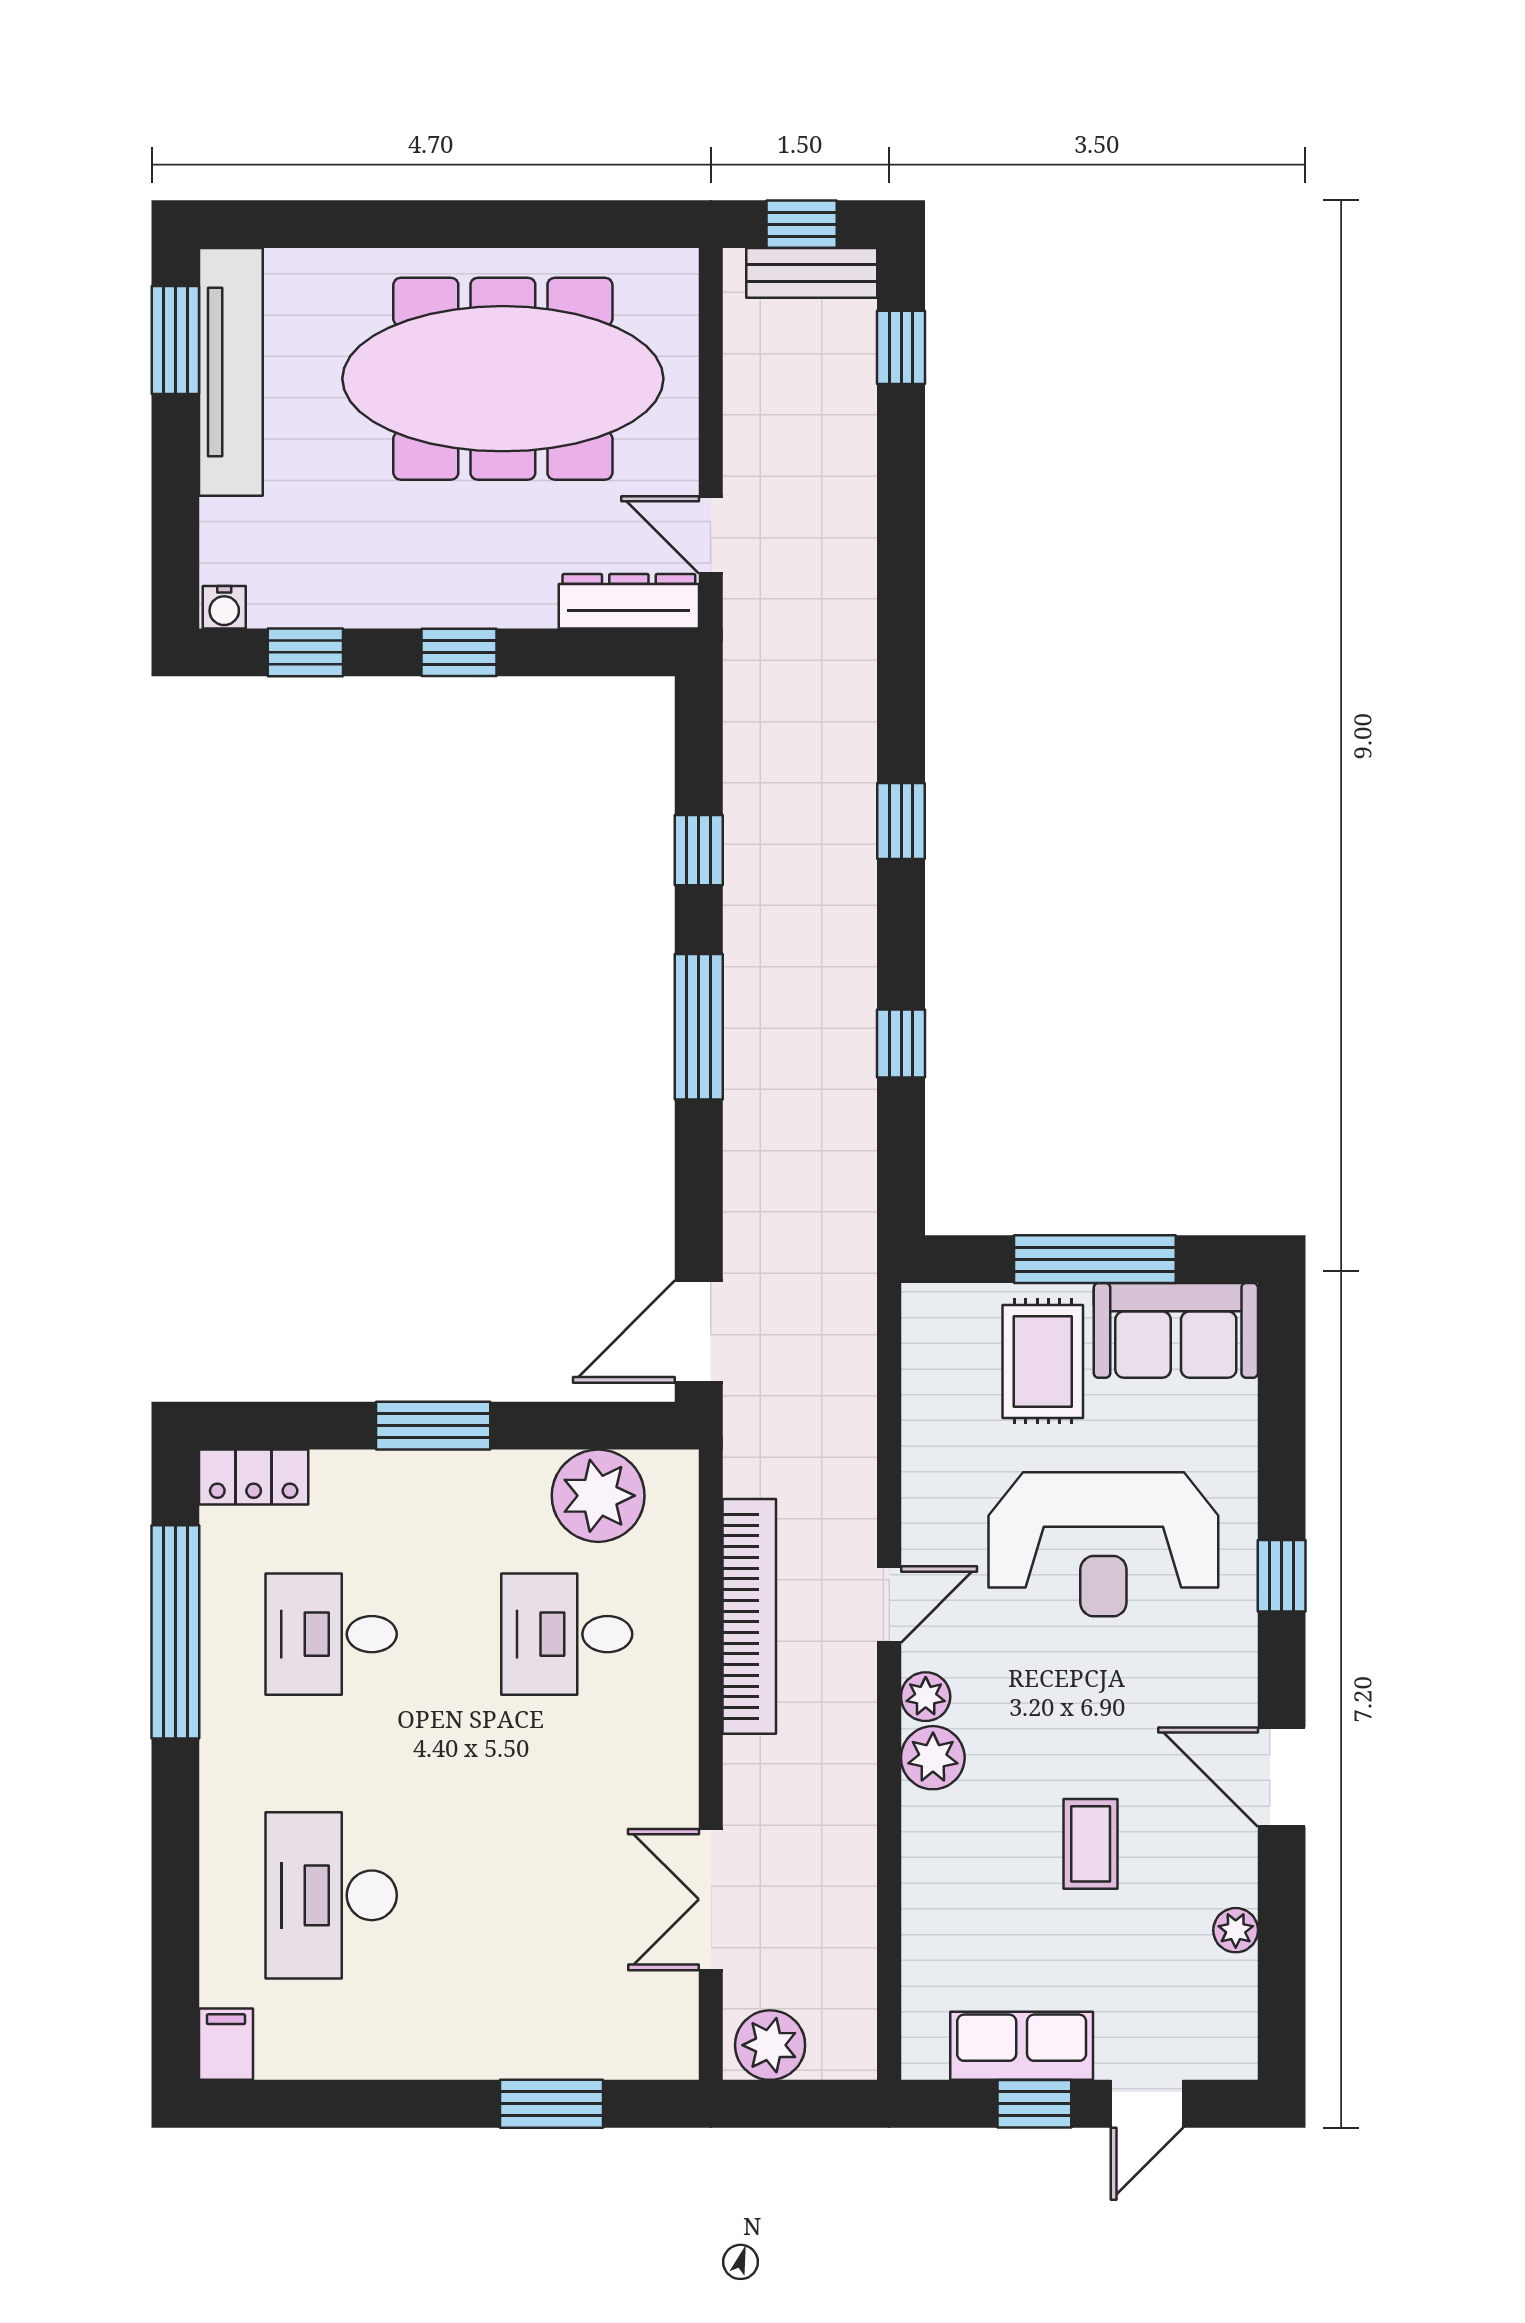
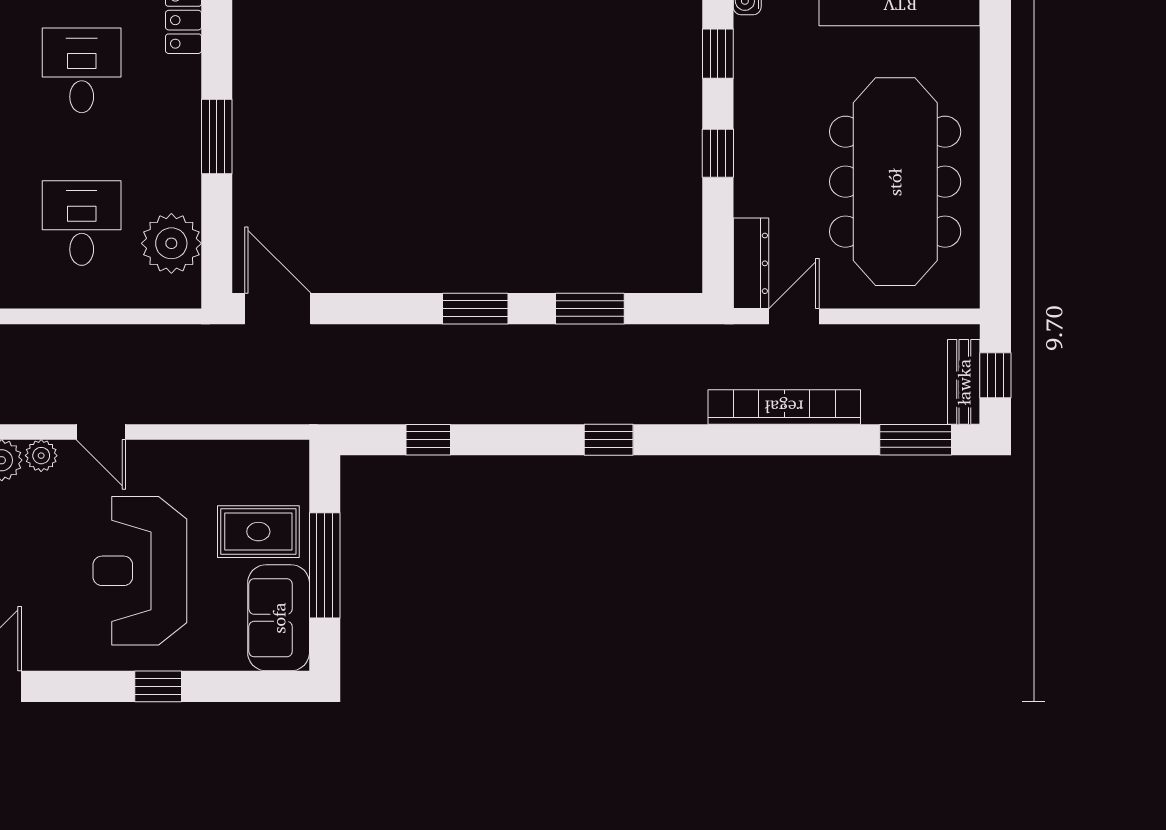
window: (901, 347) -> (916, 440), width x1.50
window: (699, 850) -> (590, 309), width x1.50
window: (699, 1027) -> (475, 309), width x0.69
window: (901, 1043) -> (428, 440), moved
window: (1282, 1576) -> (158, 686), moved
bookcase: (749, 1616) -> (784, 407), moved, turned 180

